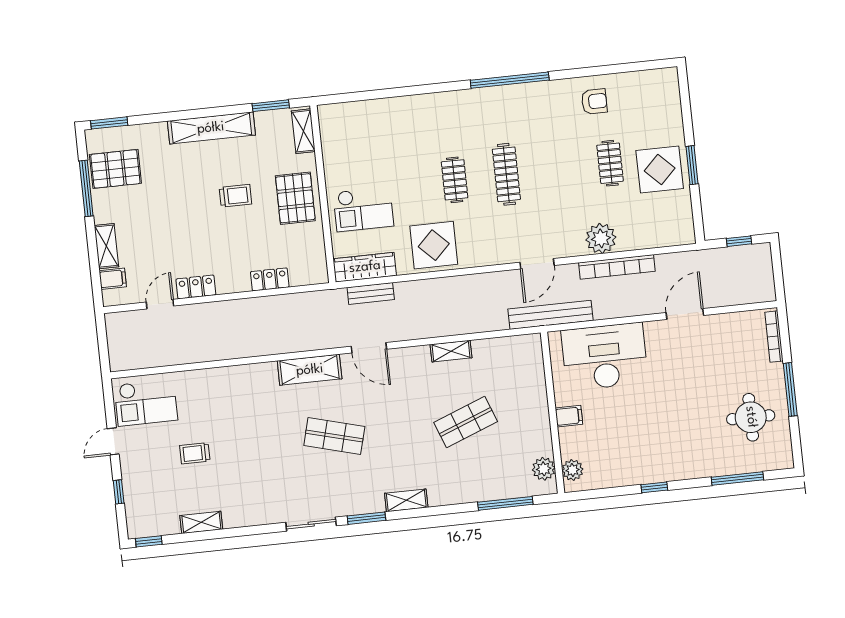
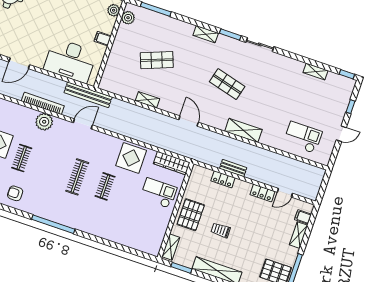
bench: (371, 293) -> (233, 168), moved
shelving: (310, 370) -> (243, 130), moved
checkout: (146, 403) -> (303, 137), moved
trolley: (195, 453) -> (303, 108), removed

